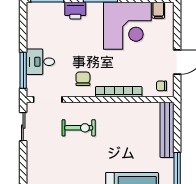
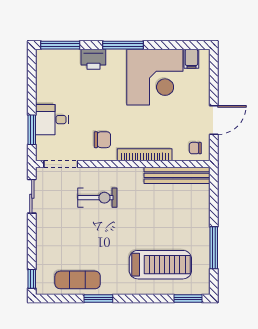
window: (23, 70) -> (32, 130), width x0.69
chair: (83, 79) -> (102, 140), turned 90
bench: (167, 130) -> (177, 175), moved, turned 90

